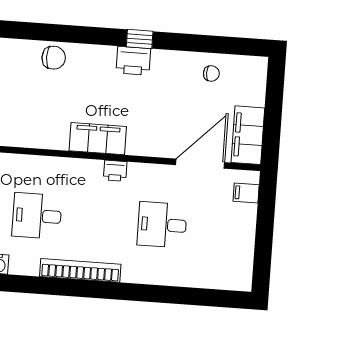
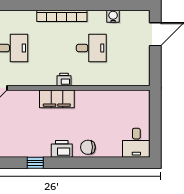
printer: (133, 61) -> (62, 149), moved
printer: (115, 171) -> (64, 80), moved

